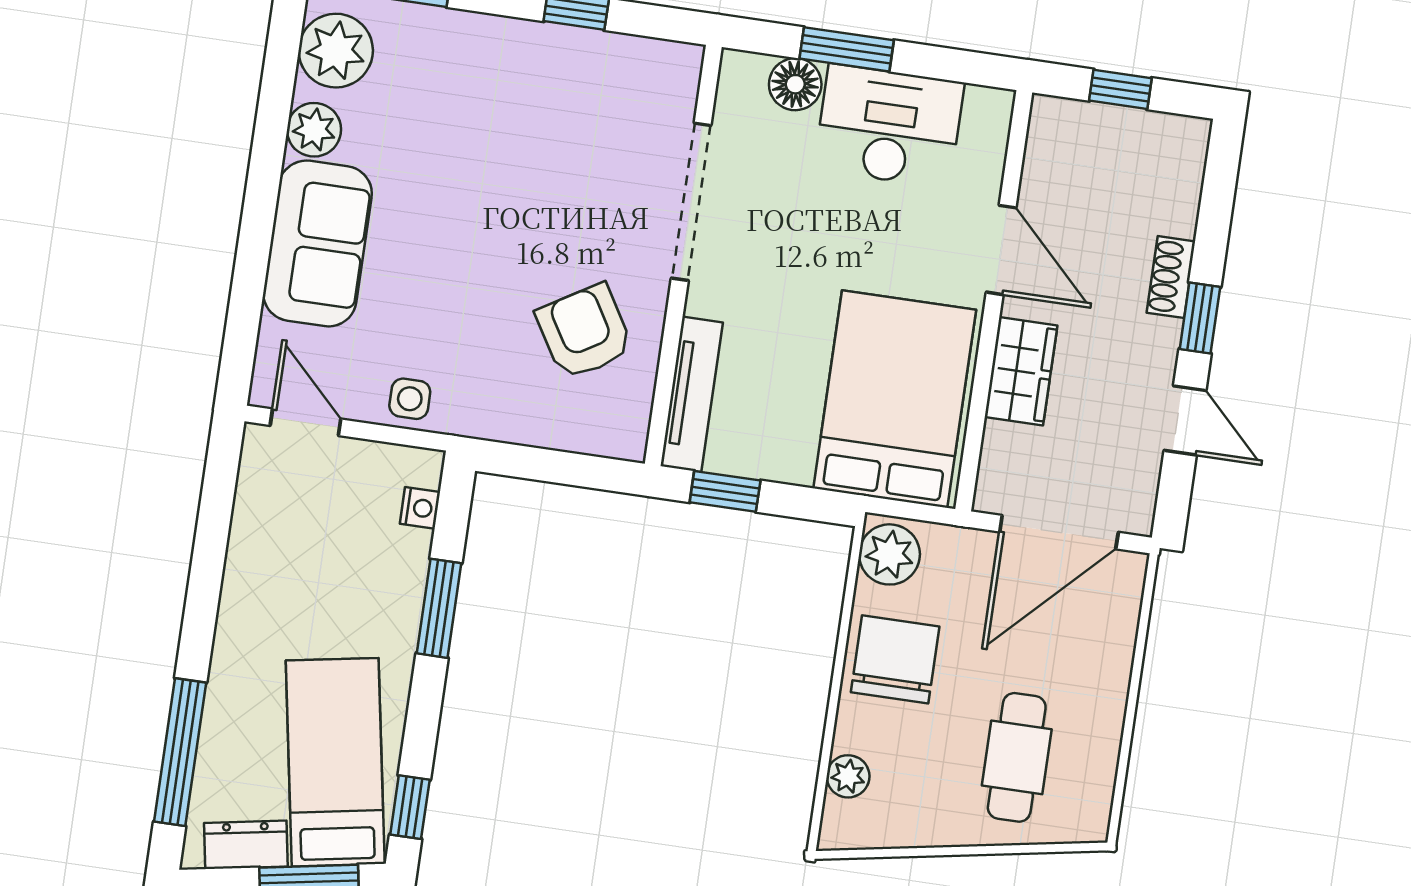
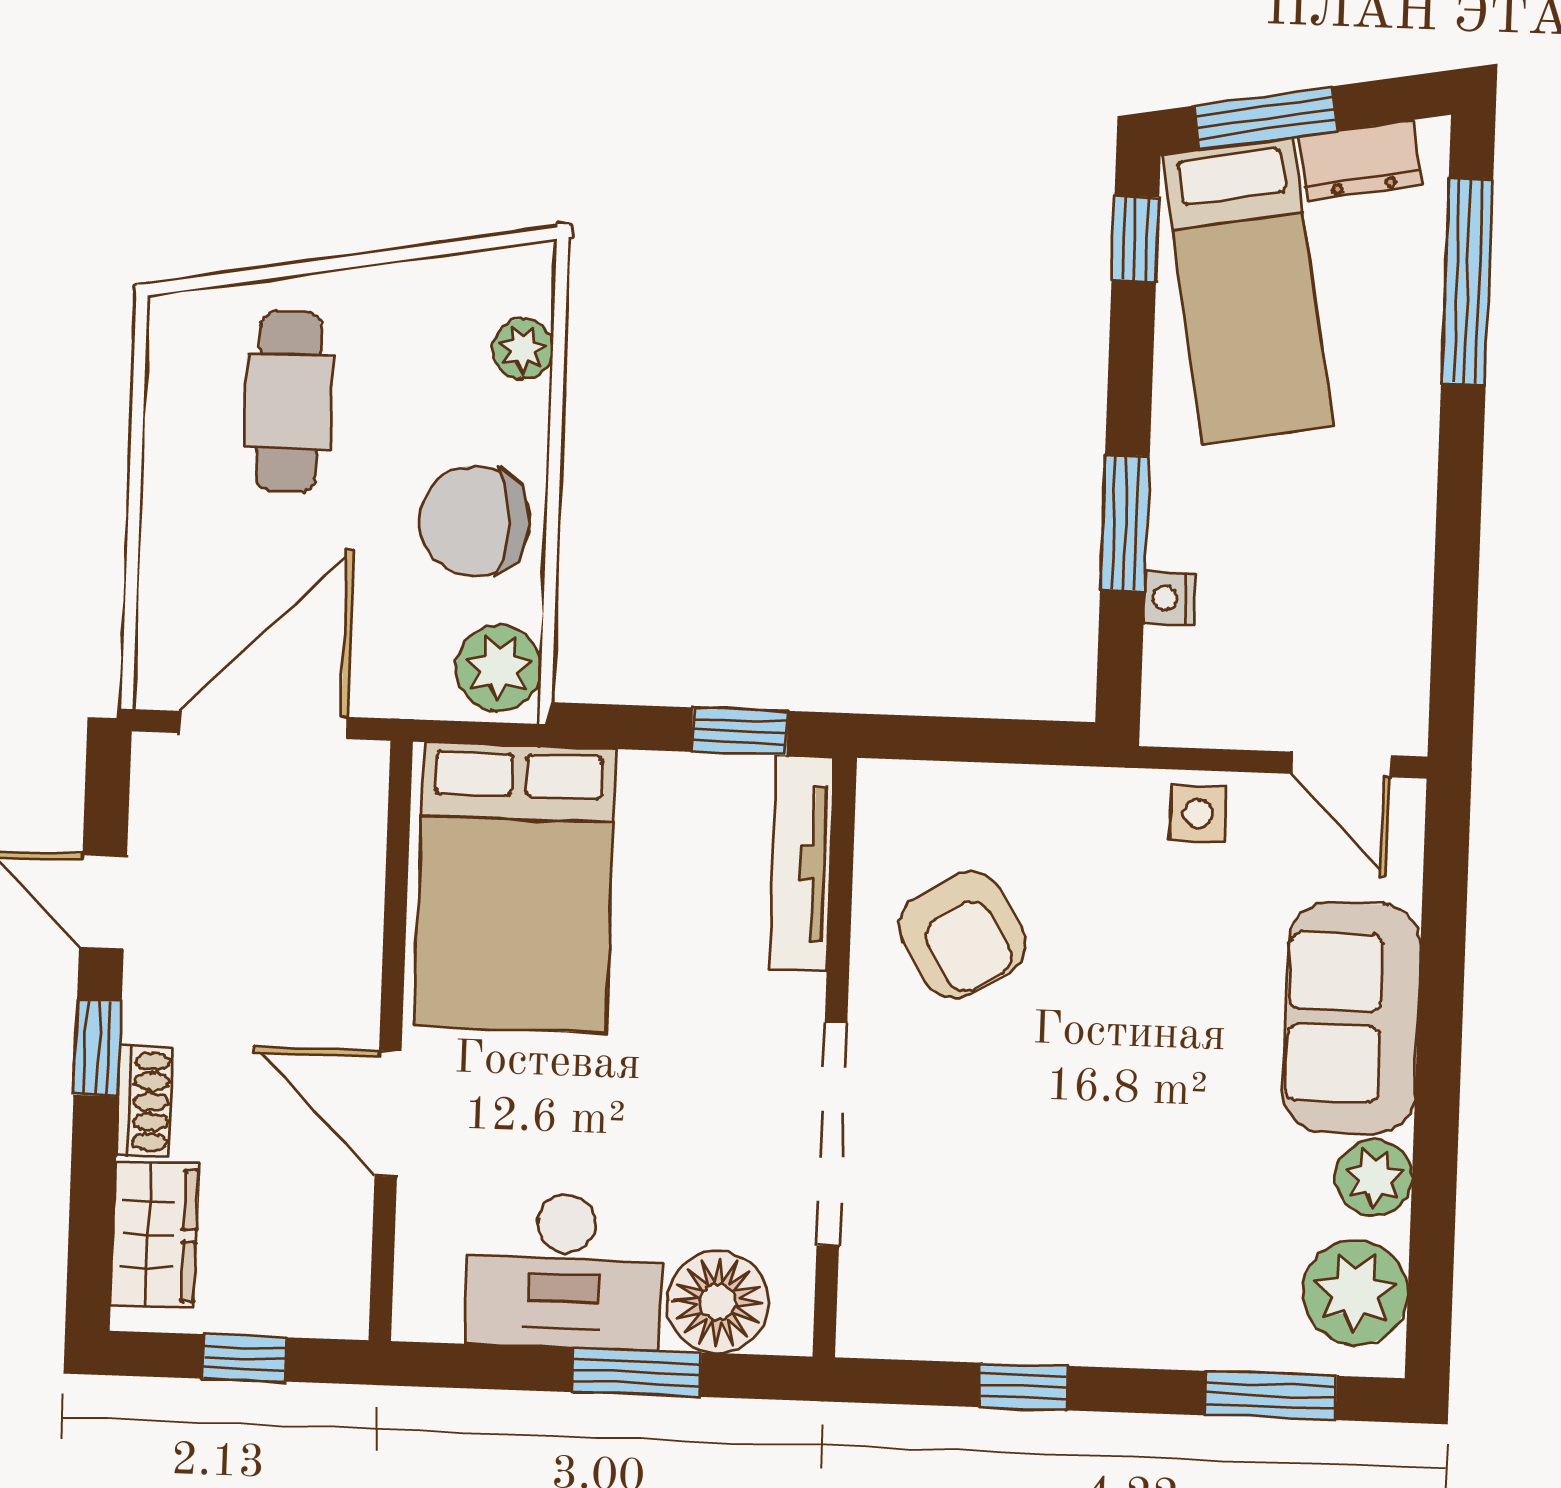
floor lamp: (795, 84) -> (718, 1302), width x1.38, depth x1.38
wardrobe: (1021, 371) -> (155, 1235), moved, turned 180
nightstand: (420, 508) -> (1169, 598), moved
chair: (895, 659) -> (475, 521), turned 90

